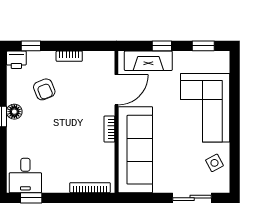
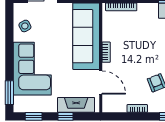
window: (235, 77) -> (9, 93), added
door: (116, 90) -> (101, 83), swing flipped

